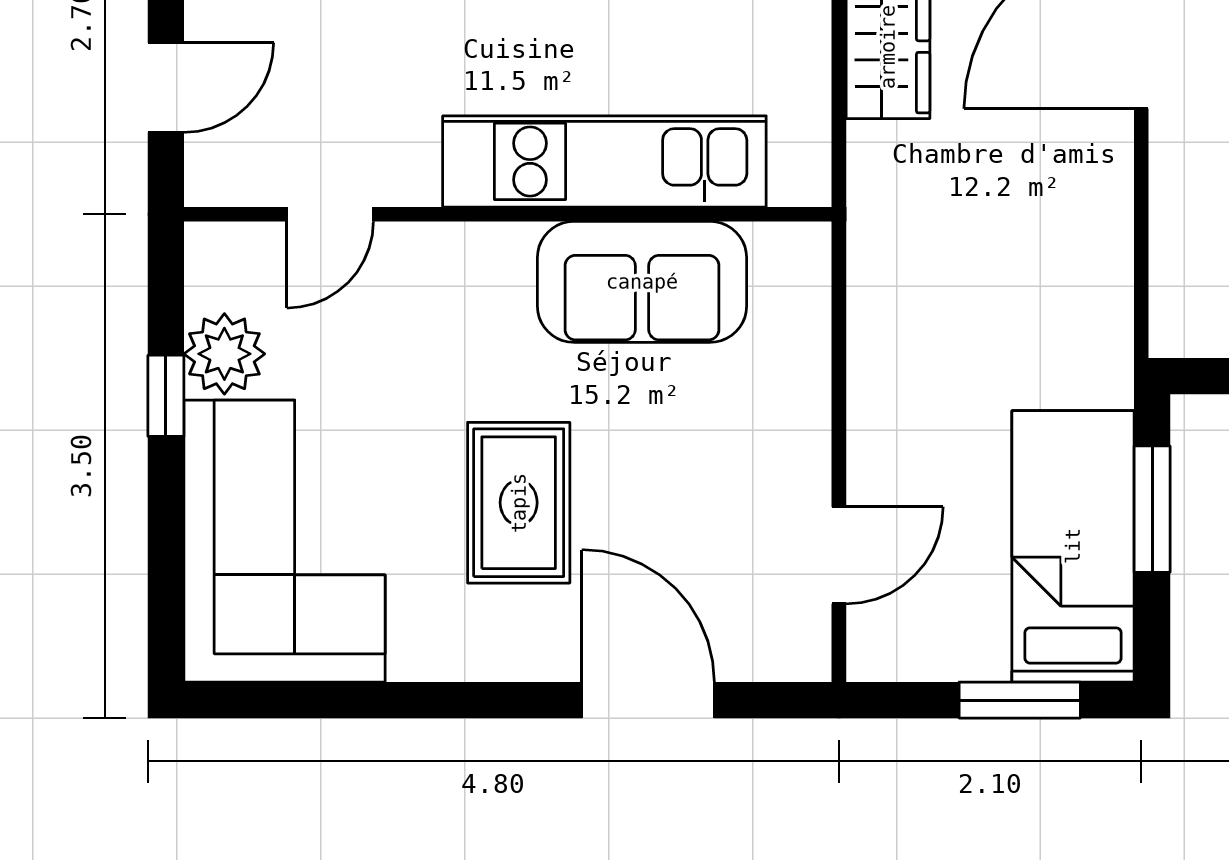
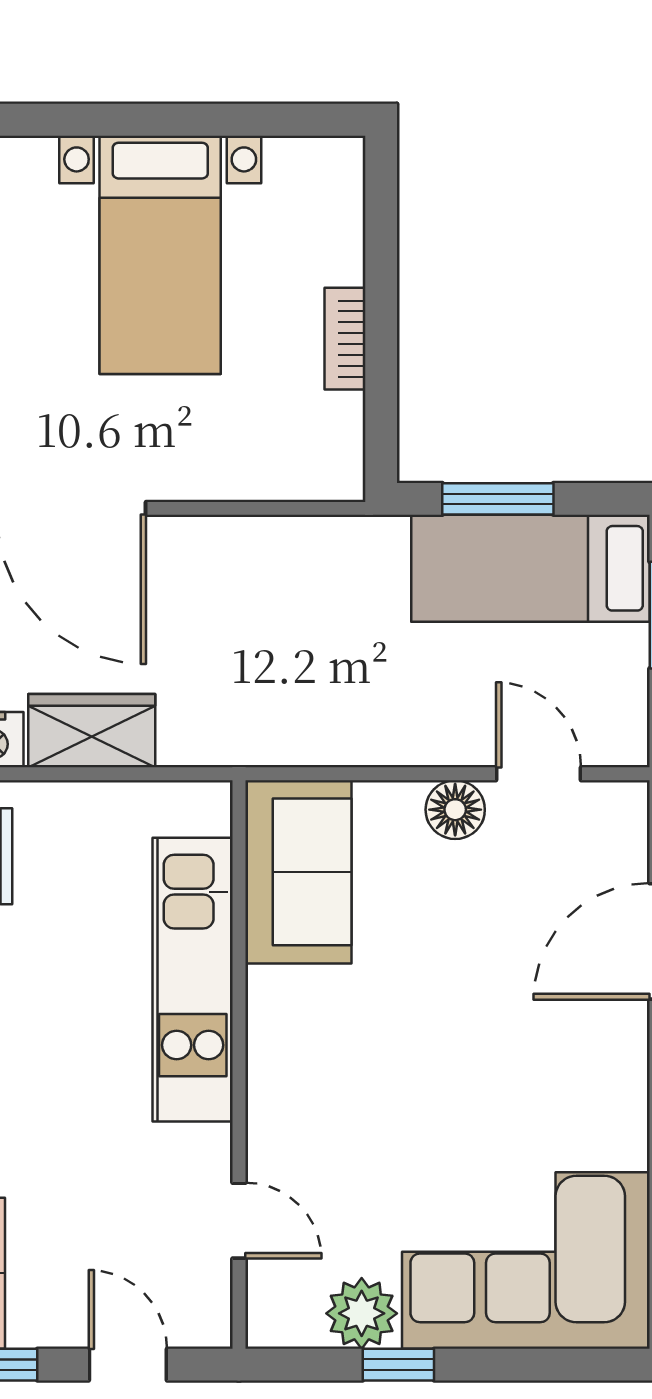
sofa: (642, 282) -> (298, 872), moved
floor lamp: (798, 461) -> (455, 810), added
rug: (519, 503) -> (492, 1055), removed

